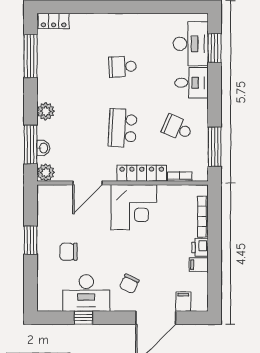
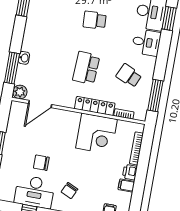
plant: (46, 111) -> (28, 44), removed
washbasin: (43, 148) -> (24, 58), moved
door: (87, 183) -> (40, 104), moved
corner desk: (134, 207) -> (96, 134), moved
chair: (69, 252) -> (41, 163), moved

